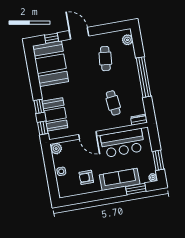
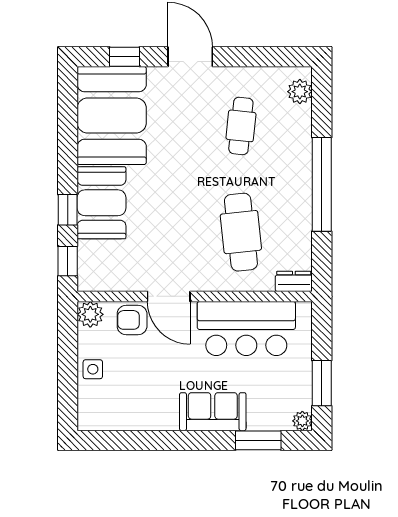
cafe table: (113, 103) -> (241, 232), width x1.37, depth x1.35
booth: (55, 114) -> (101, 203), moved
armchair: (86, 177) -> (132, 320), moved
sofa: (120, 179) -> (213, 412), width x0.73

